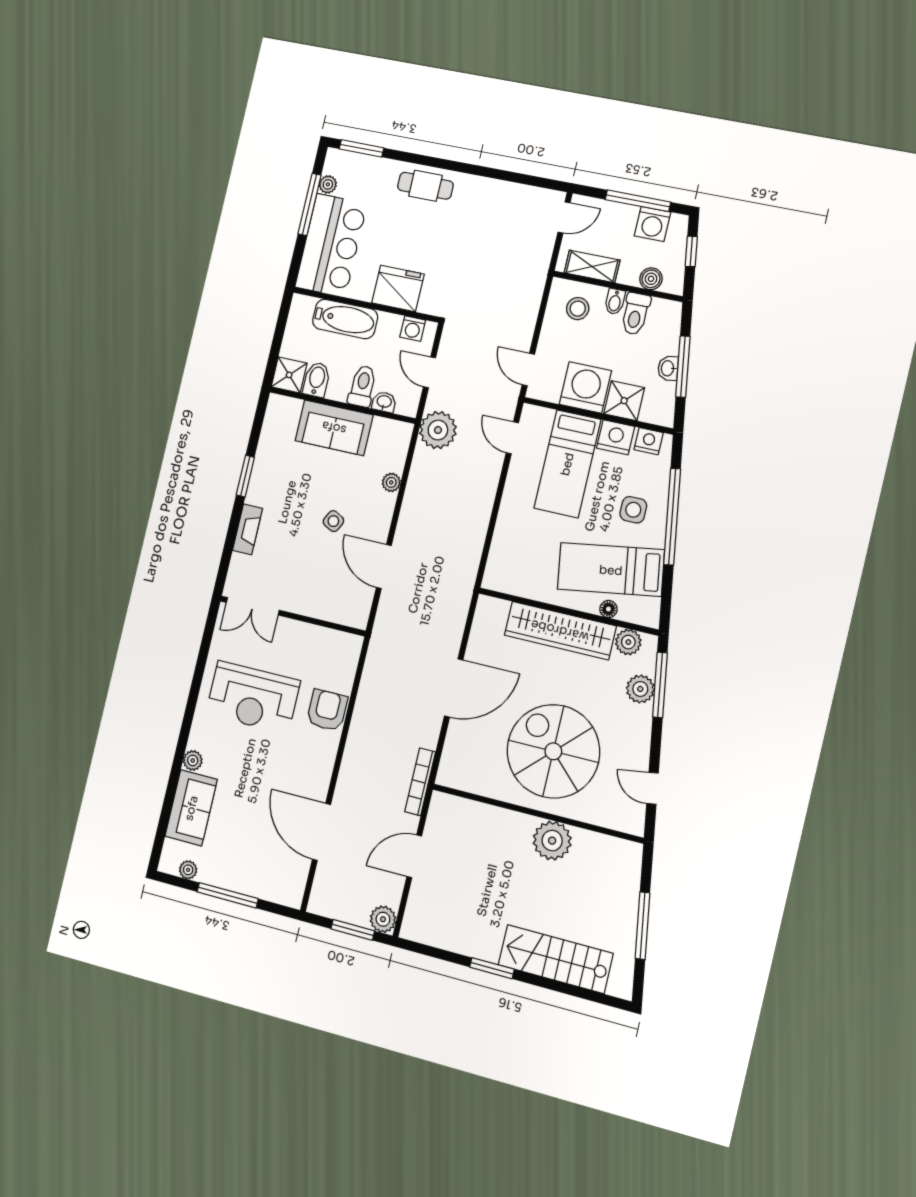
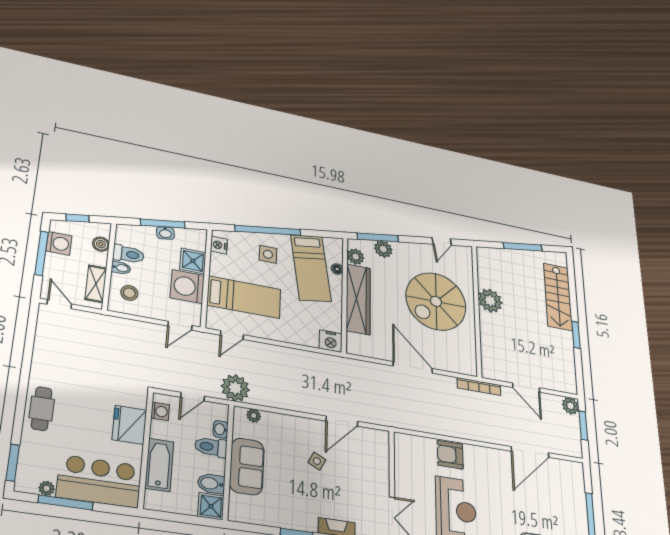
nightstand: (616, 437) -> (331, 341), moved, turned -90
plant: (391, 482) -> (254, 416), moved

